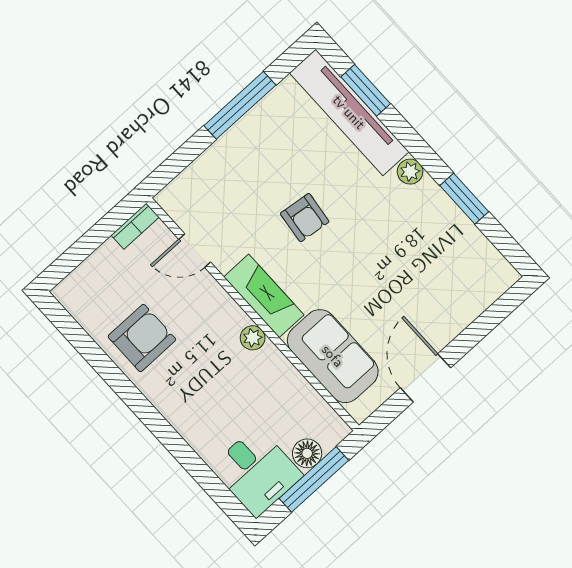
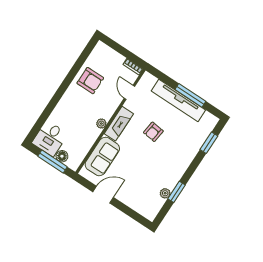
tv unit: (349, 112) -> (178, 100), moved, turned -90
plant: (410, 172) -> (165, 193), moved

